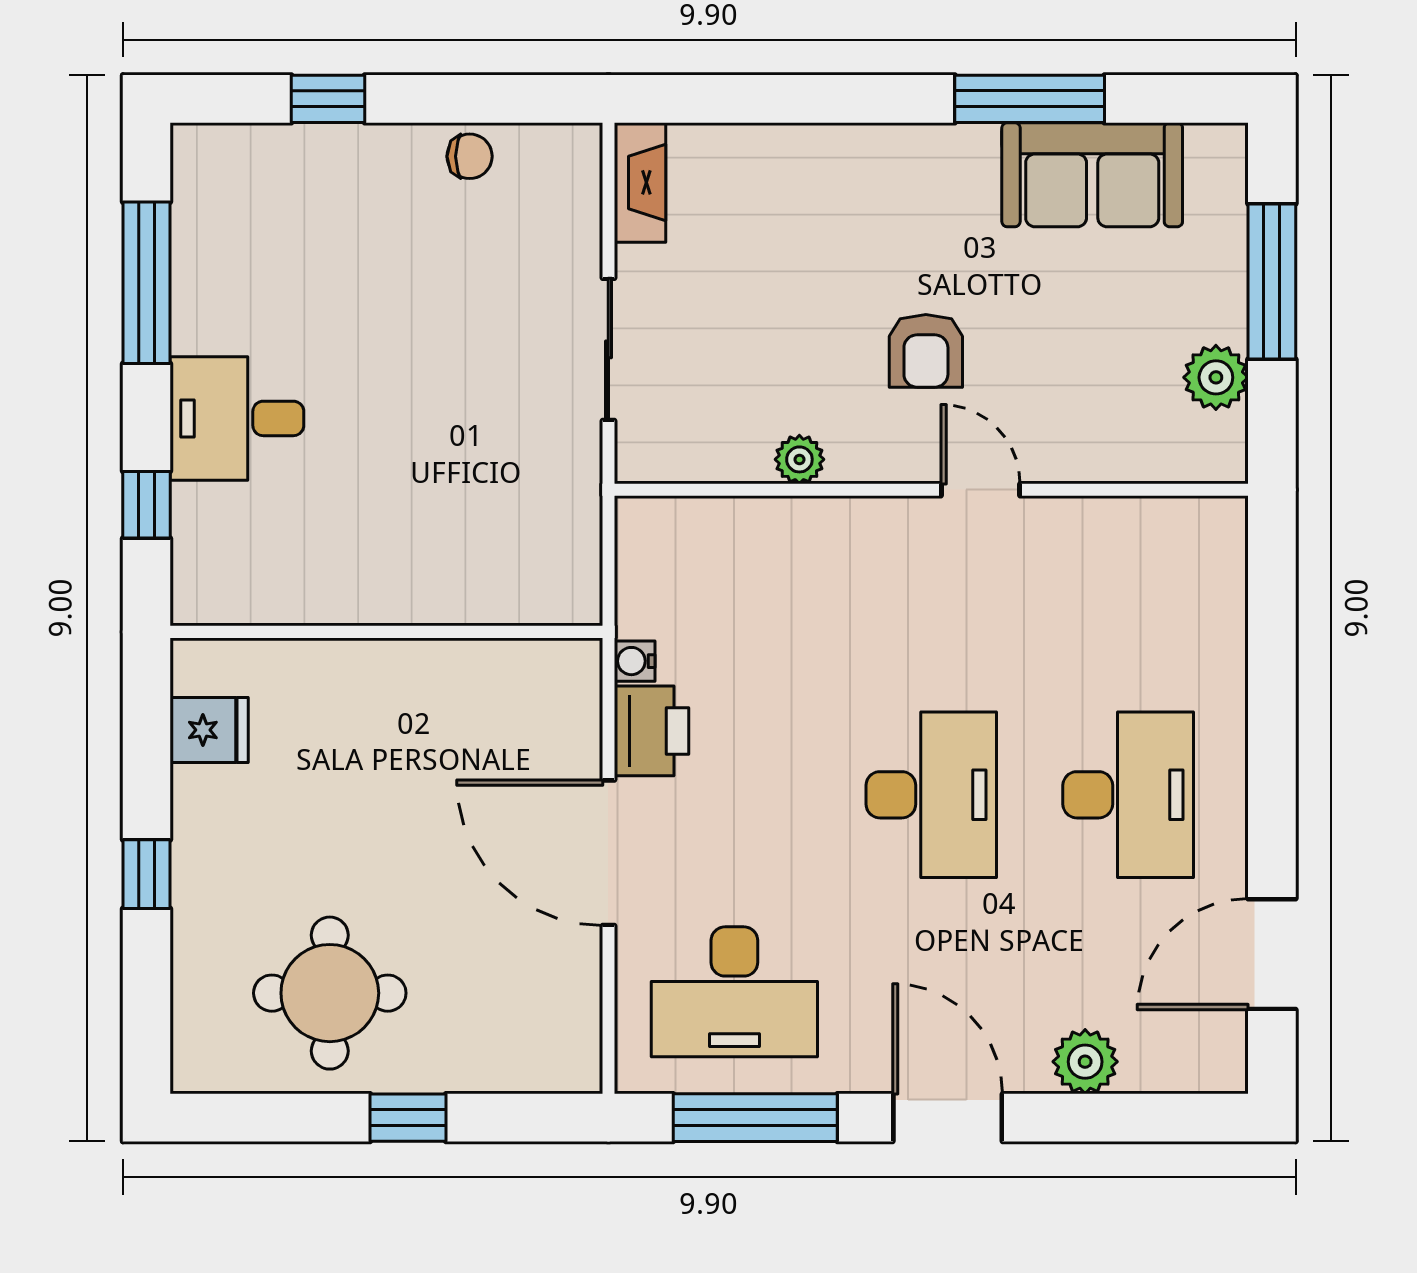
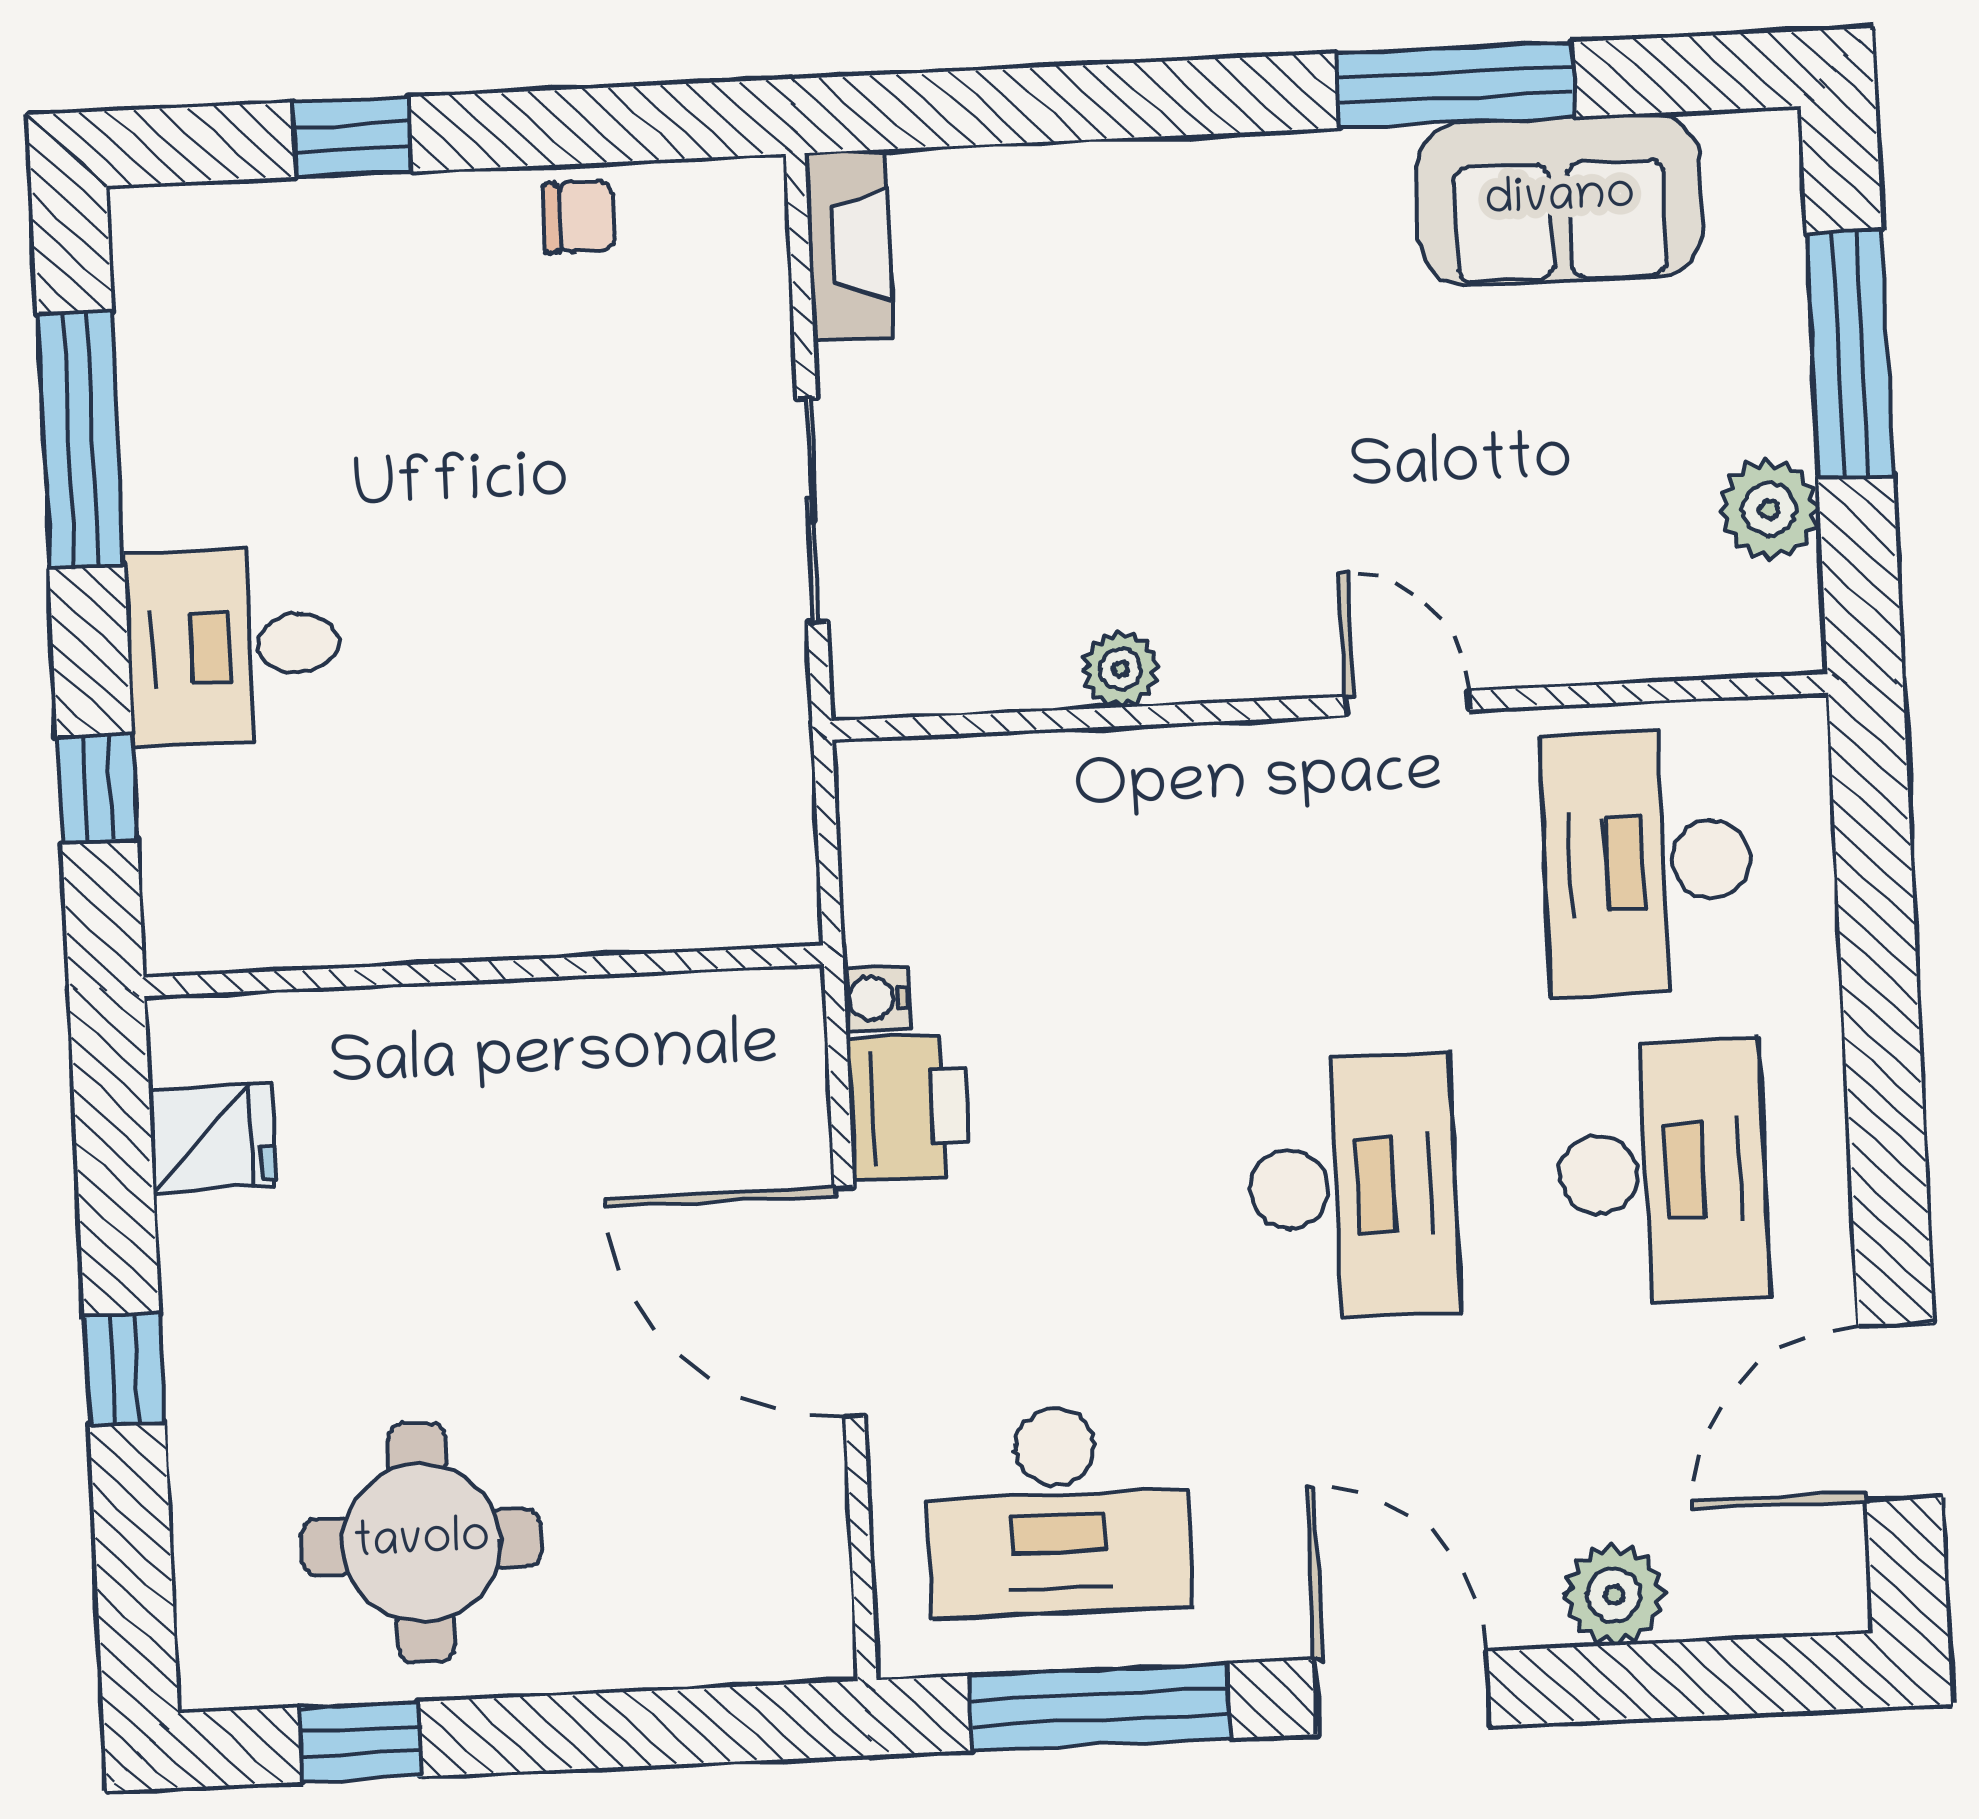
armchair: (926, 351) -> (1311, 489), removed
desk: (1128, 598) -> (1647, 862), added
window: (408, 1118) -> (360, 1742), moved

